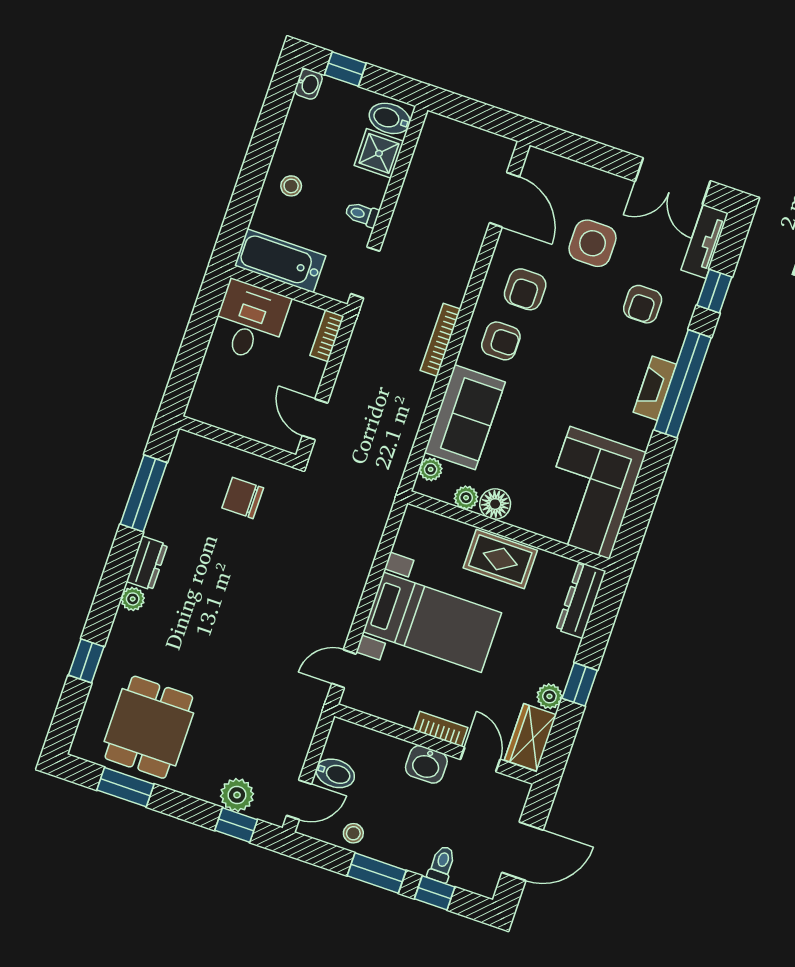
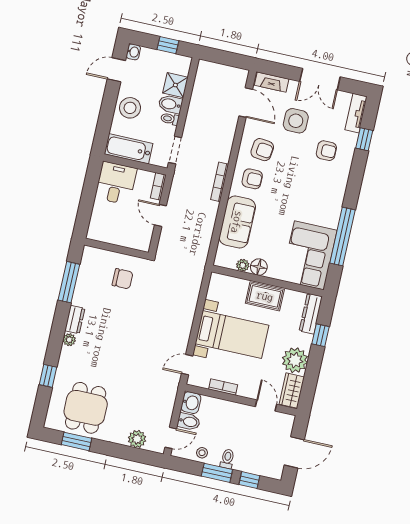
window: (345, 69) -> (168, 45), moved
door: (274, 113) -> (116, 70), added
bidet: (390, 118) -> (170, 104), moved
double door: (673, 181) -> (320, 79), moved
stool: (291, 186) -> (130, 108), width x1.89, depth x1.89
armchair: (525, 289) -> (262, 150), turned -83
armchair: (643, 304) -> (326, 151), turned -90
window: (683, 384) -> (342, 237), moved
fireplace: (655, 388) -> (272, 82), moved, turned -90
door: (315, 419) -> (160, 215), moved
plant: (431, 469) -> (222, 252), removed
chair: (243, 498) -> (123, 279), turned 180
window: (580, 684) -> (320, 335), moved
plant: (549, 696) -> (295, 360), width x1.88, depth x1.88
bookcase: (441, 729) -> (223, 387), moved
washbasin: (426, 764) -> (191, 403), moved, turned -90
window: (236, 825) -> (138, 455), removed
toilet: (442, 864) -> (227, 459), moved

